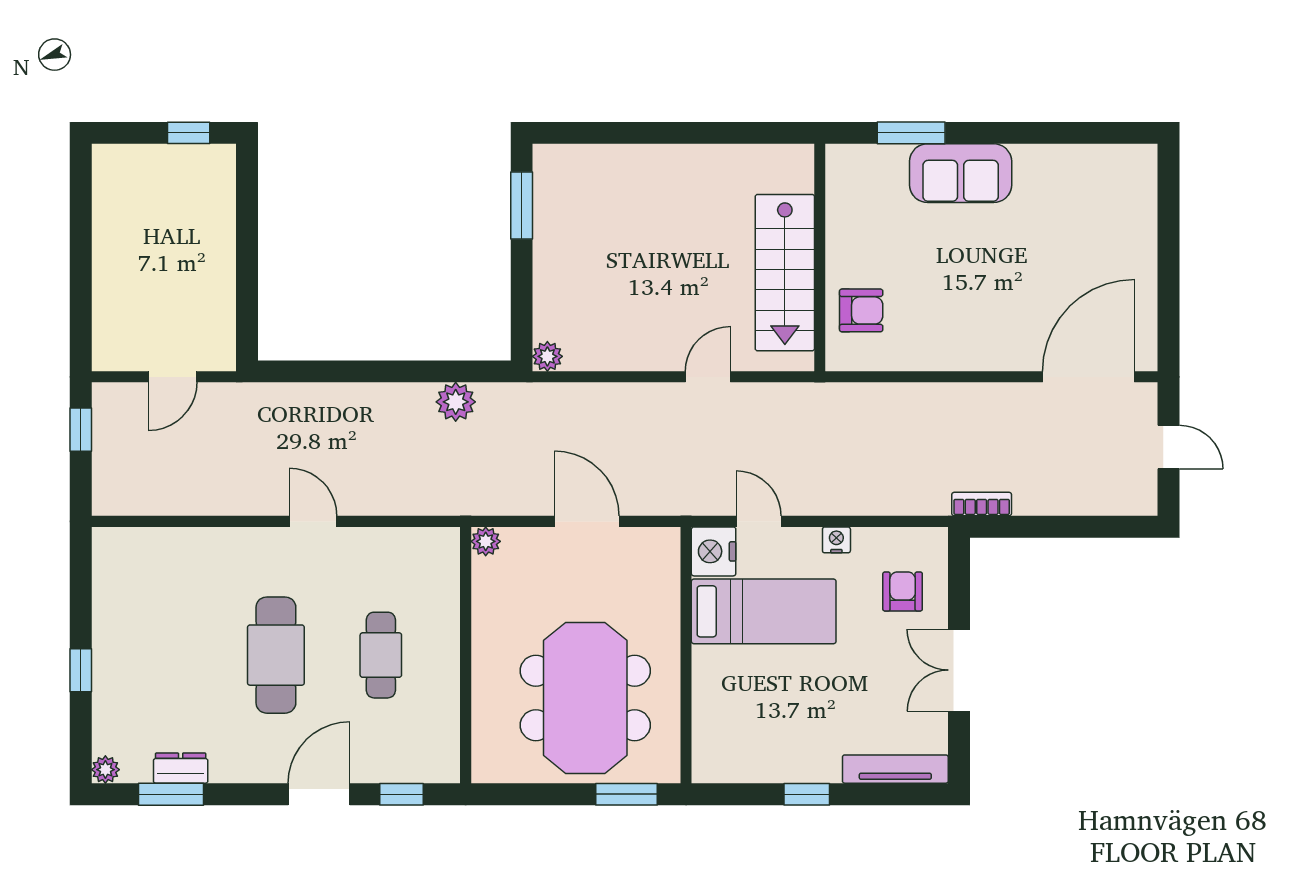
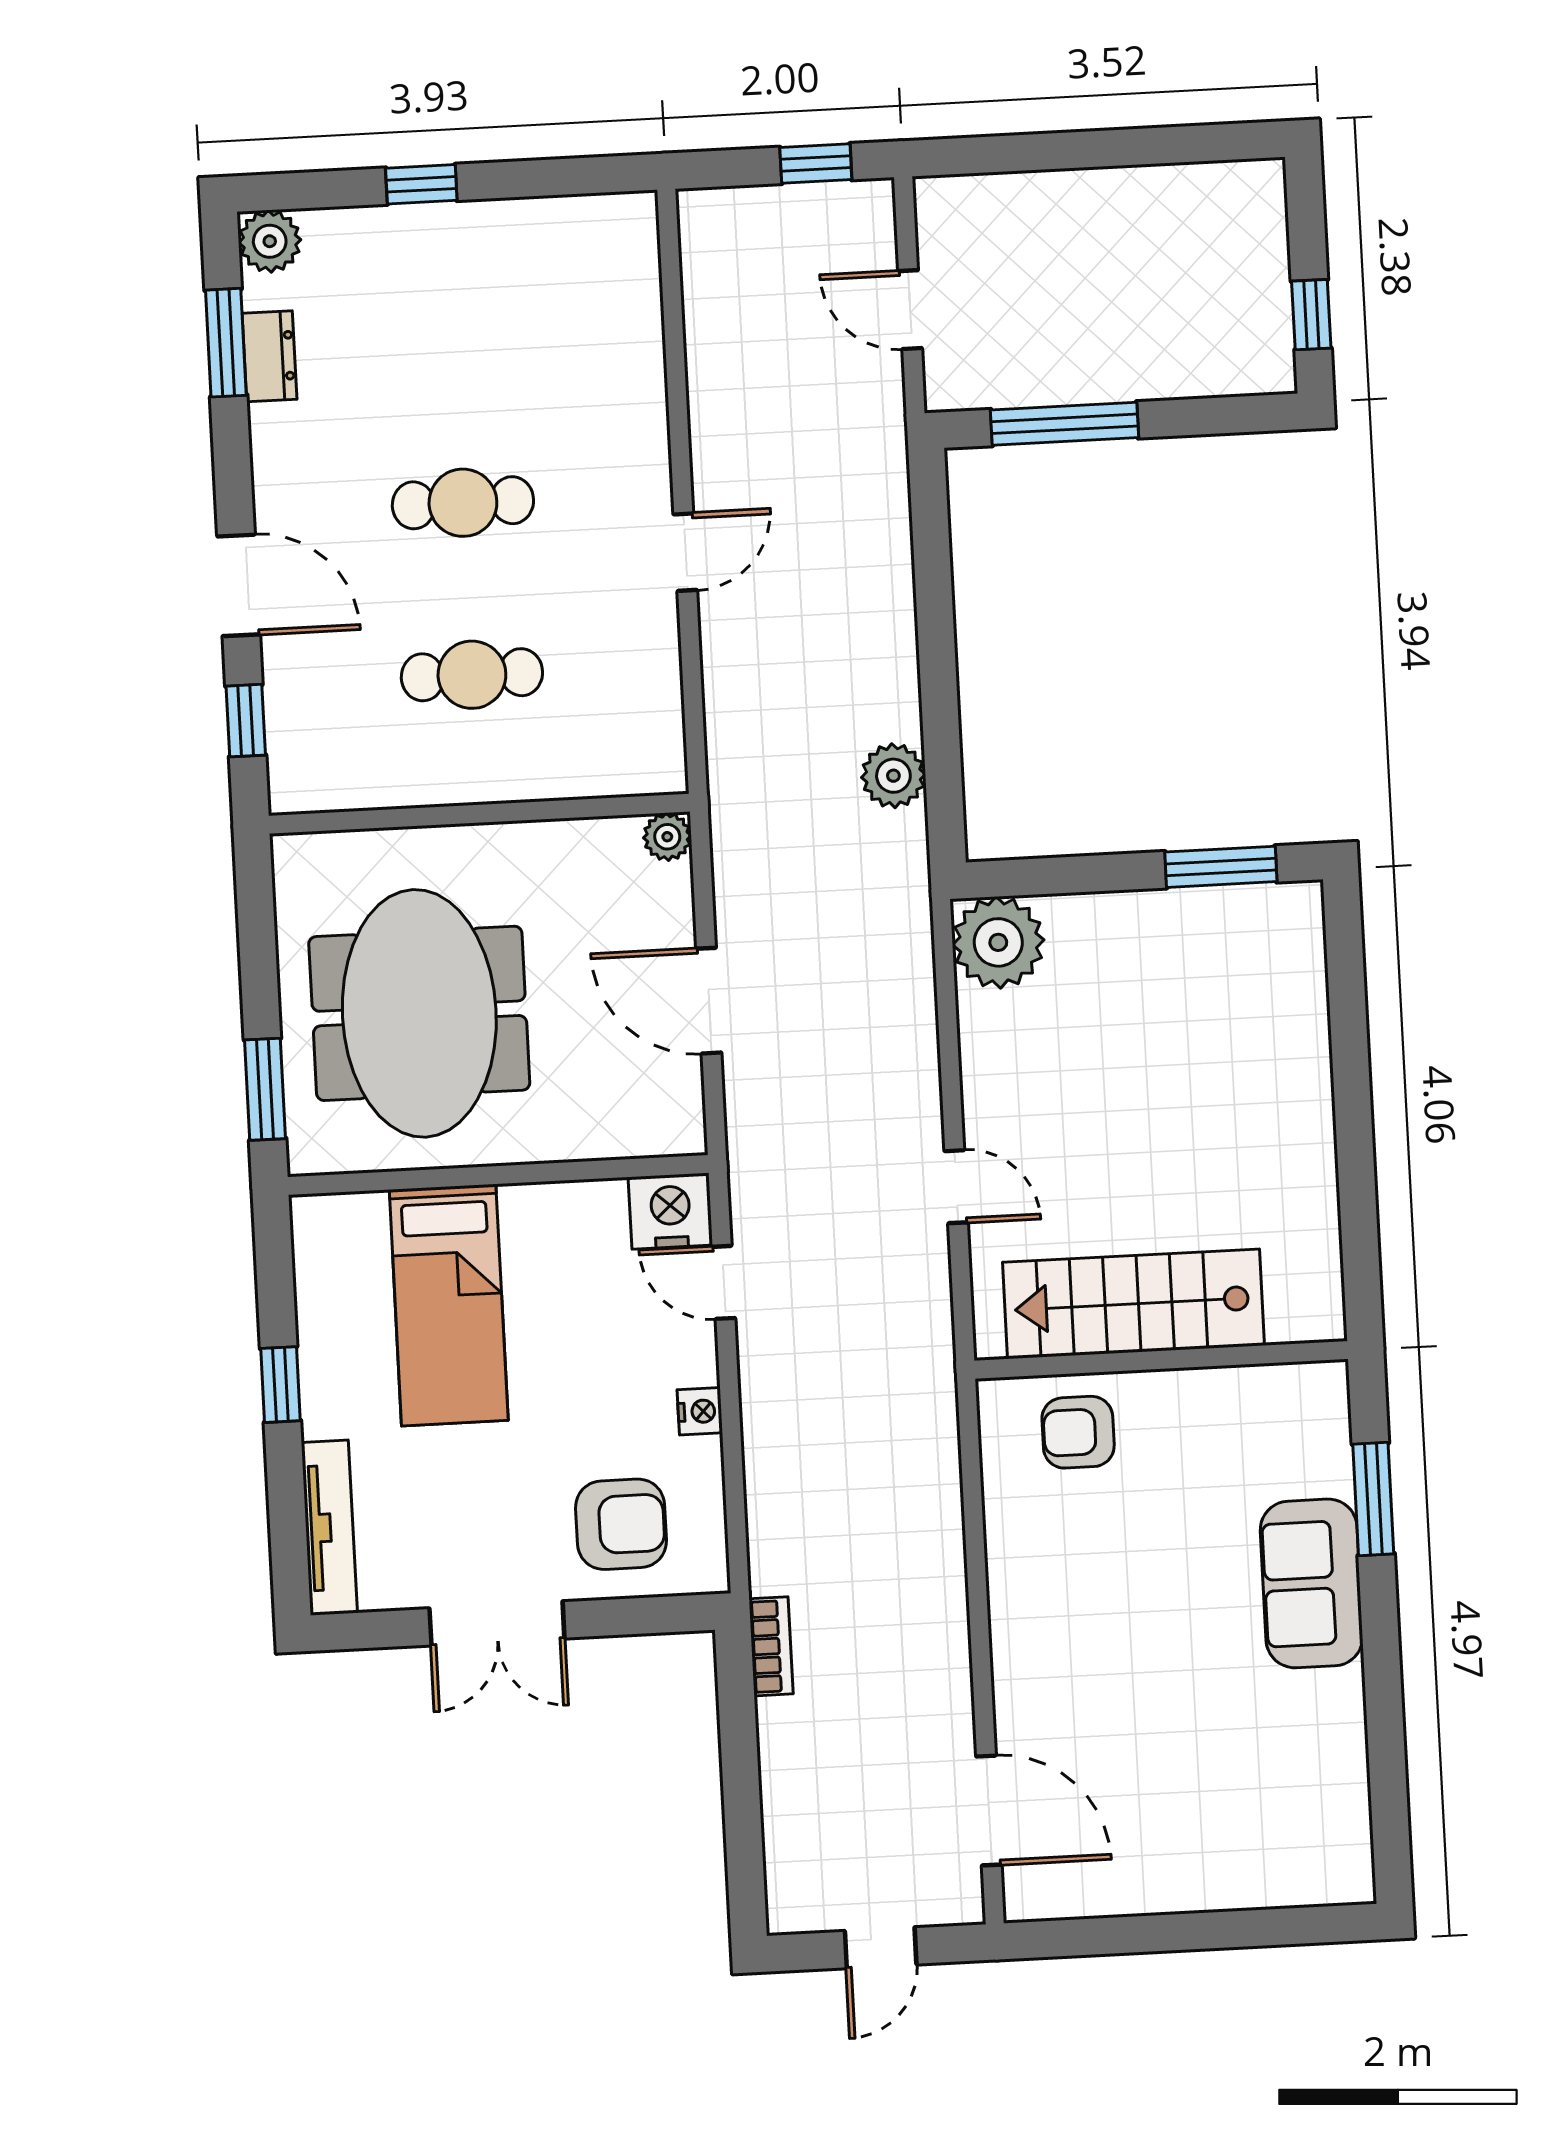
window: (247, 287) -> (1065, 424), added
armchair: (861, 310) -> (1078, 1432), turned 90
plant: (547, 356) -> (998, 942), width x1.87, depth x1.87
door: (1088, 377) -> (989, 1811), width x0.73
door: (587, 521) -> (709, 1001), swing flipped
door: (759, 521) -> (724, 1282), swing flipped
armchair: (903, 591) -> (621, 1524), width x1.38, depth x1.38
bed: (764, 611) -> (449, 1305), moved
cafe table: (276, 655) -> (463, 503), width x0.73, depth x0.74
double door: (959, 670) -> (497, 1623), swing flipped
meeting table: (585, 698) -> (419, 1013), turned 90
plant: (105, 770) -> (270, 241), width x1.38, depth x1.38

